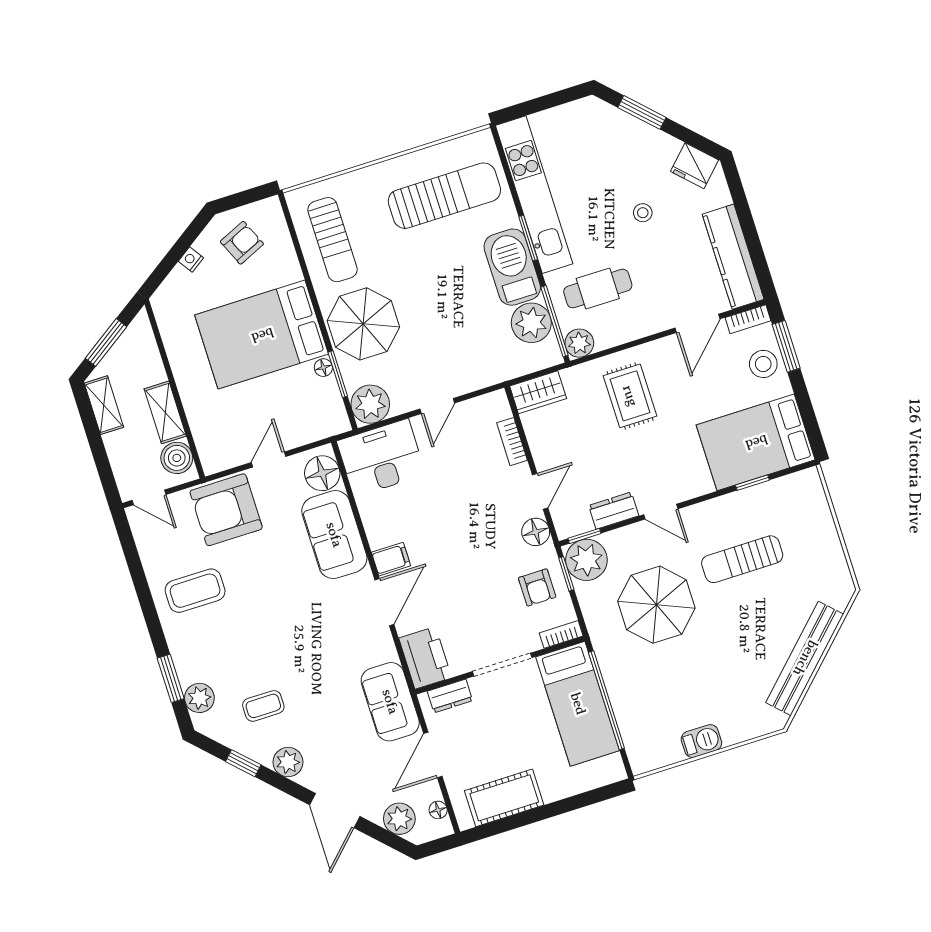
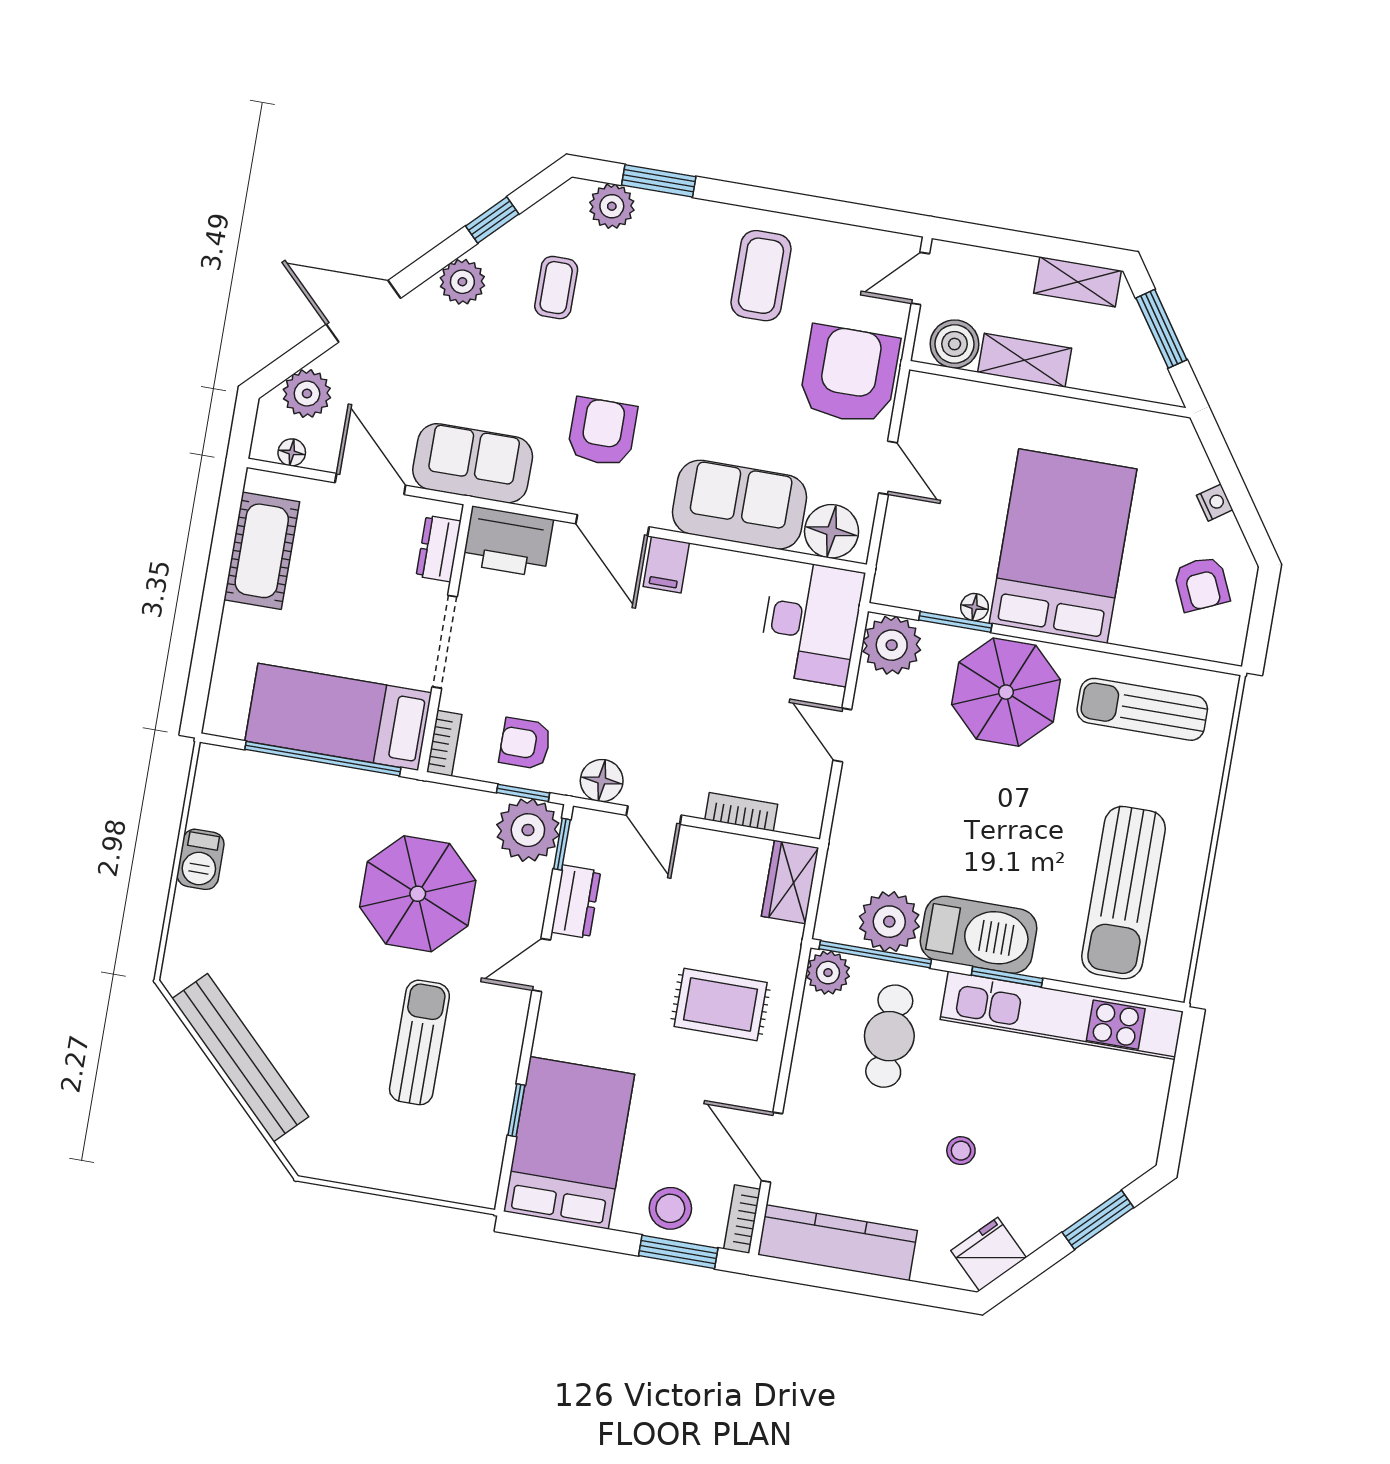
armchair: (333, 636) -> (602, 432), added

